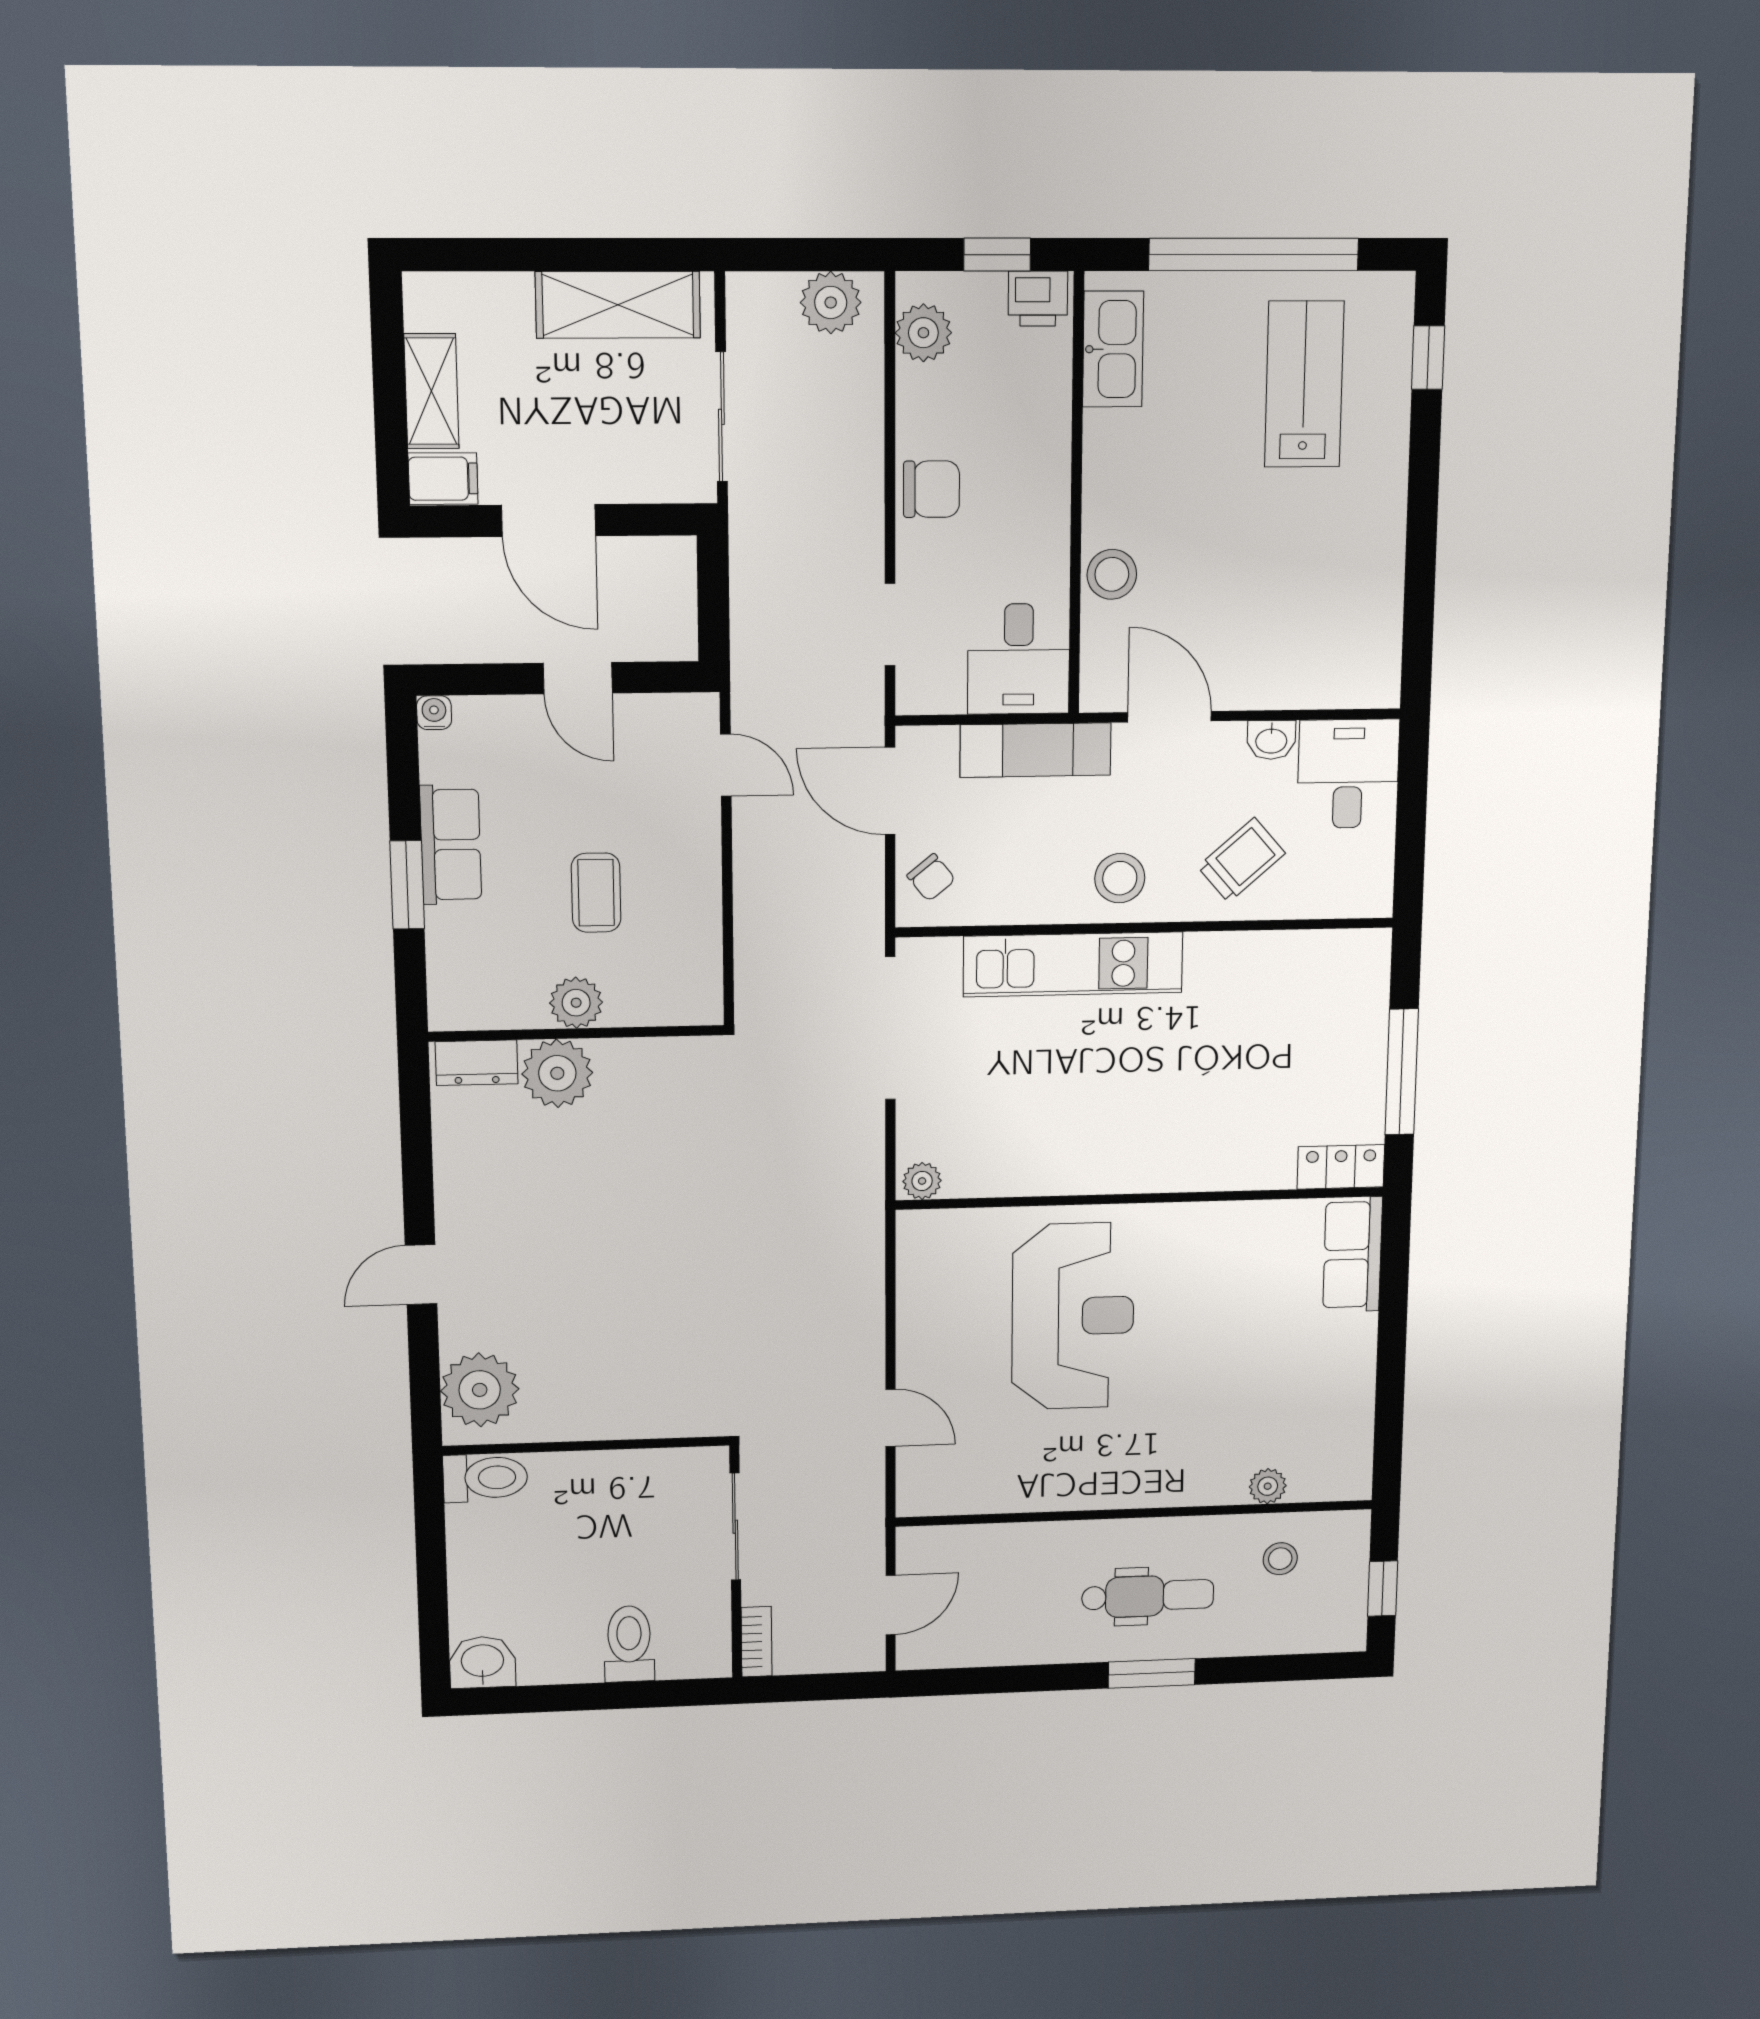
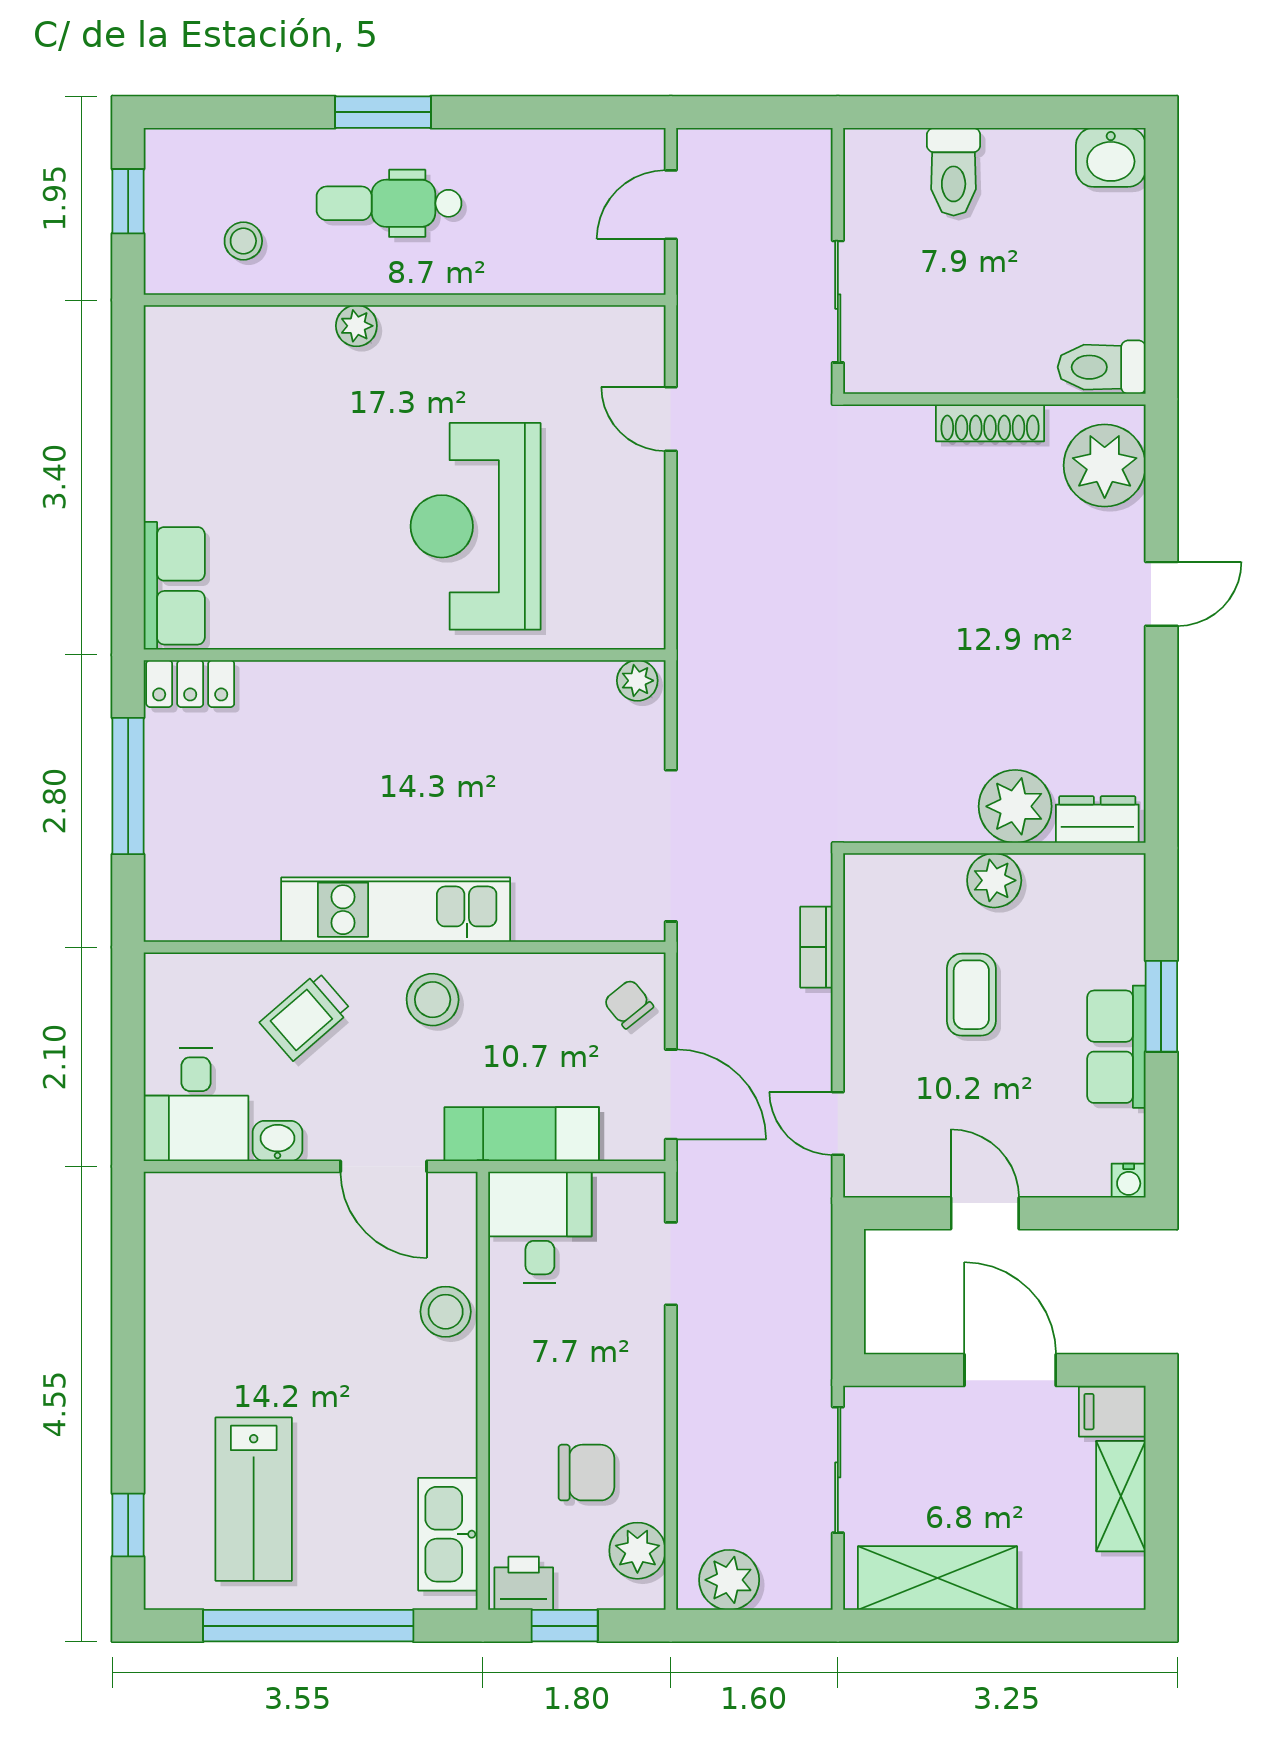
chair: (932, 489) -> (586, 1473), moved, turned 180
kitchen unit: (1073, 964) -> (396, 910), moved
shoe rack: (590, 1424) -> (990, 423), added
plant: (1268, 1486) -> (356, 326), moved
bookcase: (757, 1642) -> (816, 947), moved

